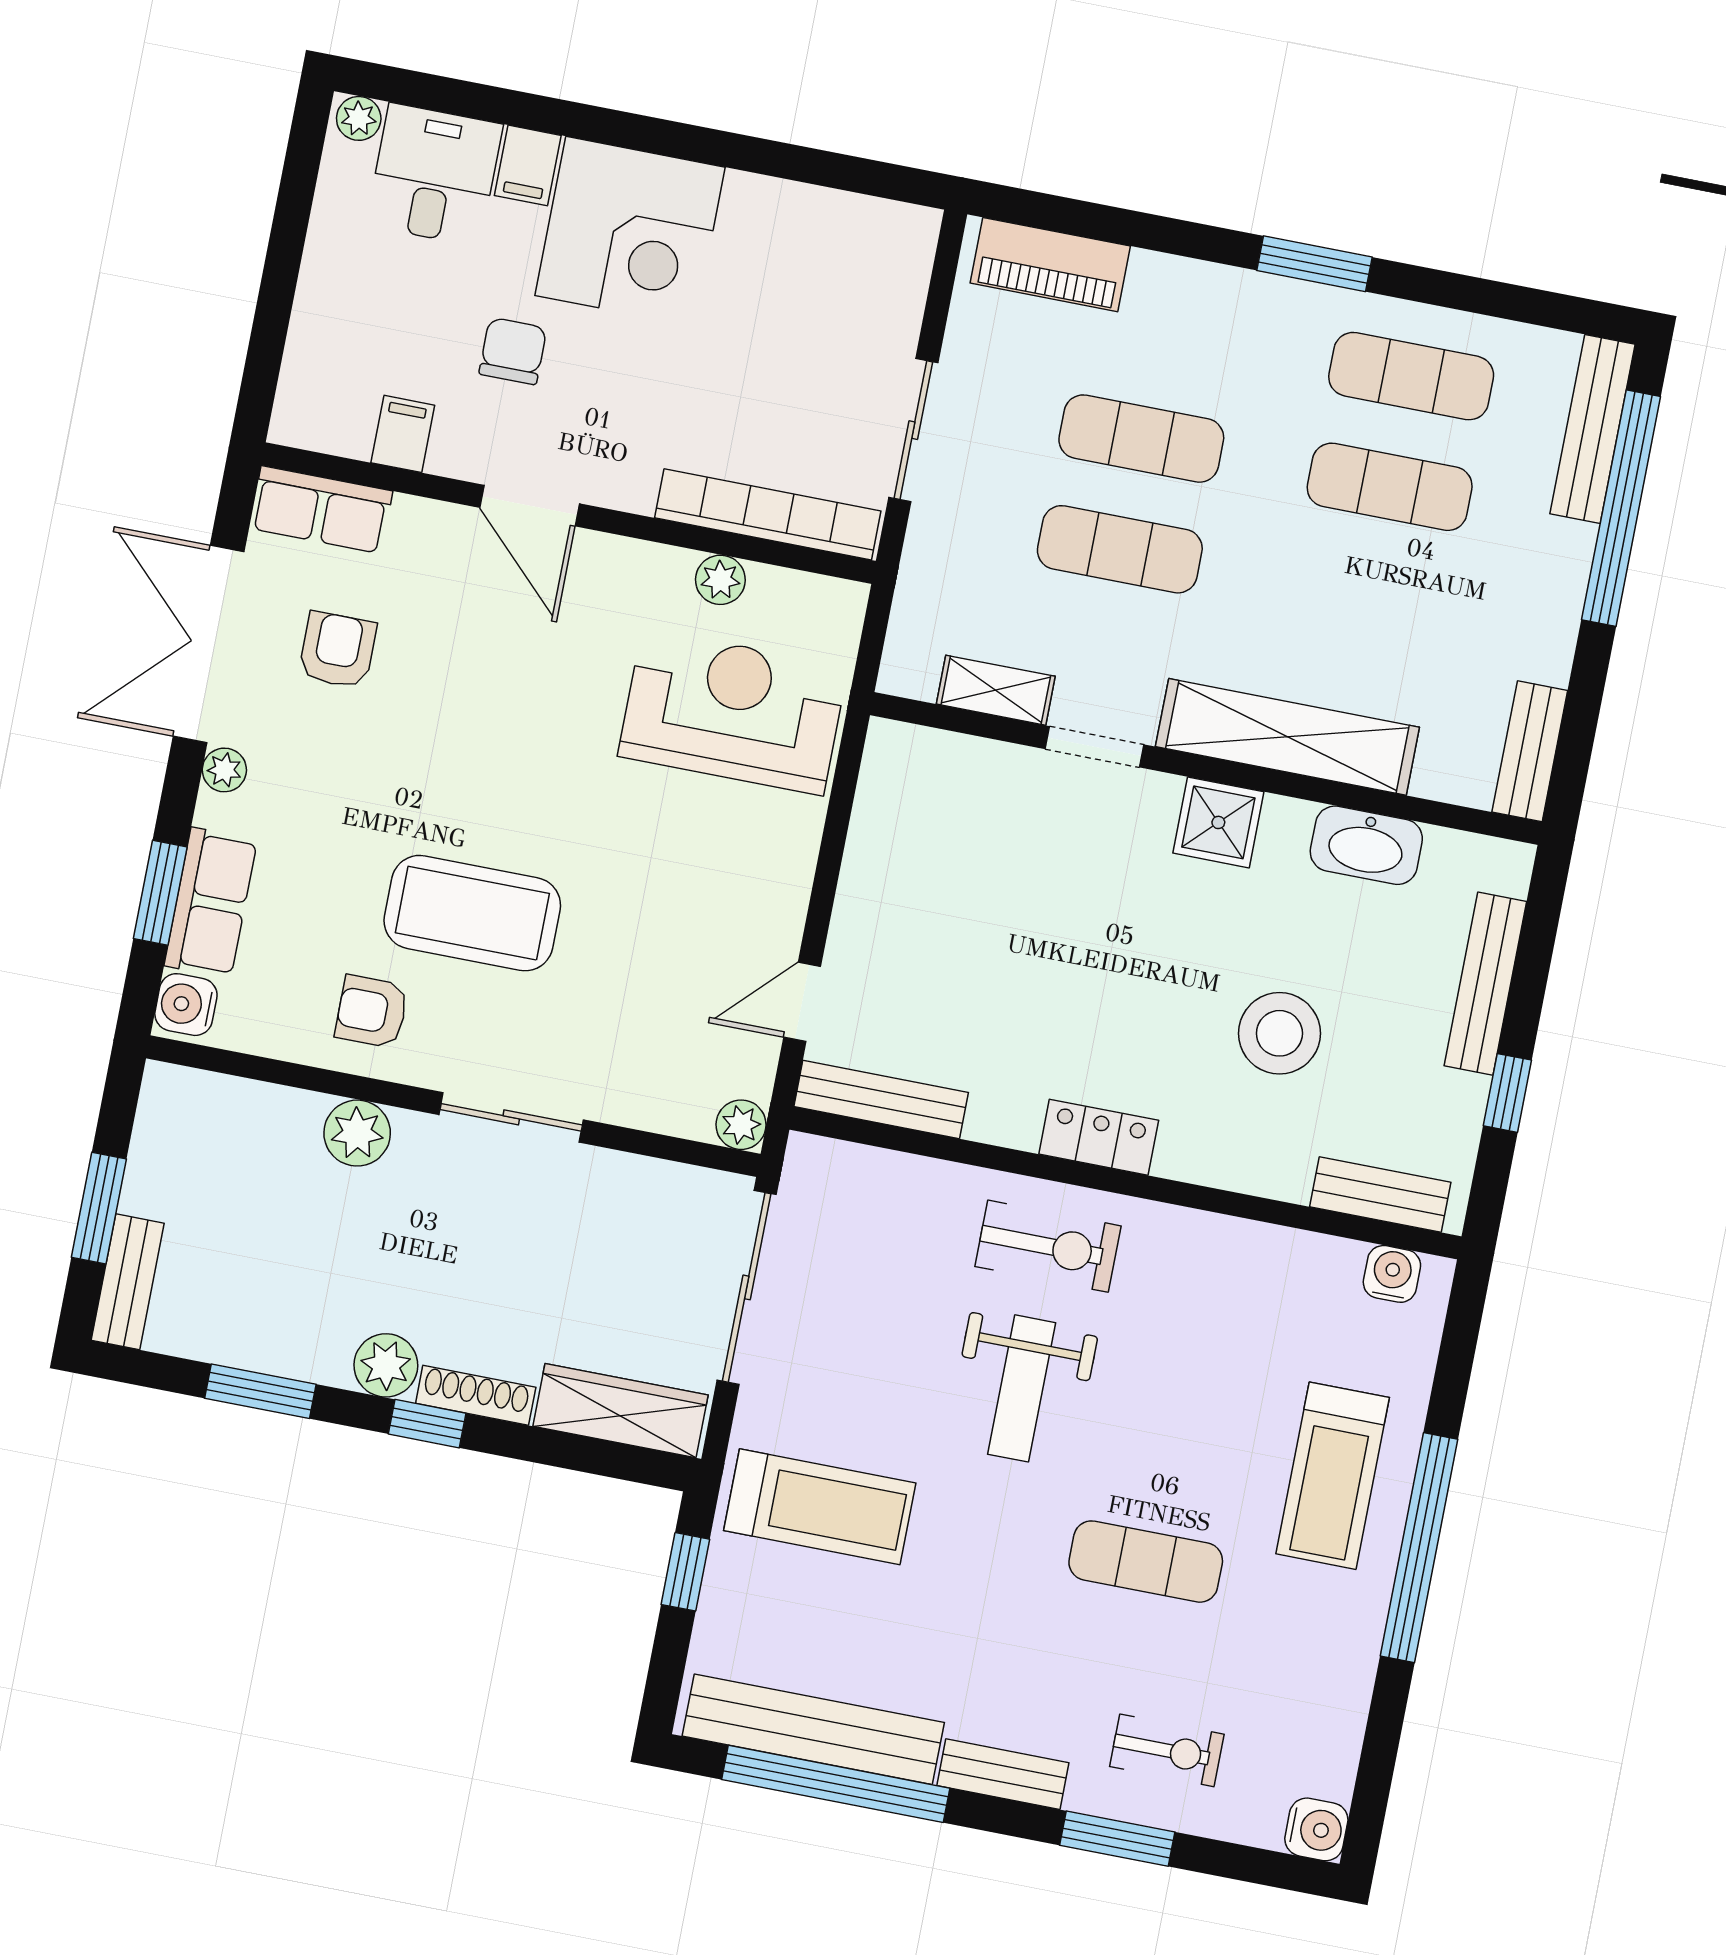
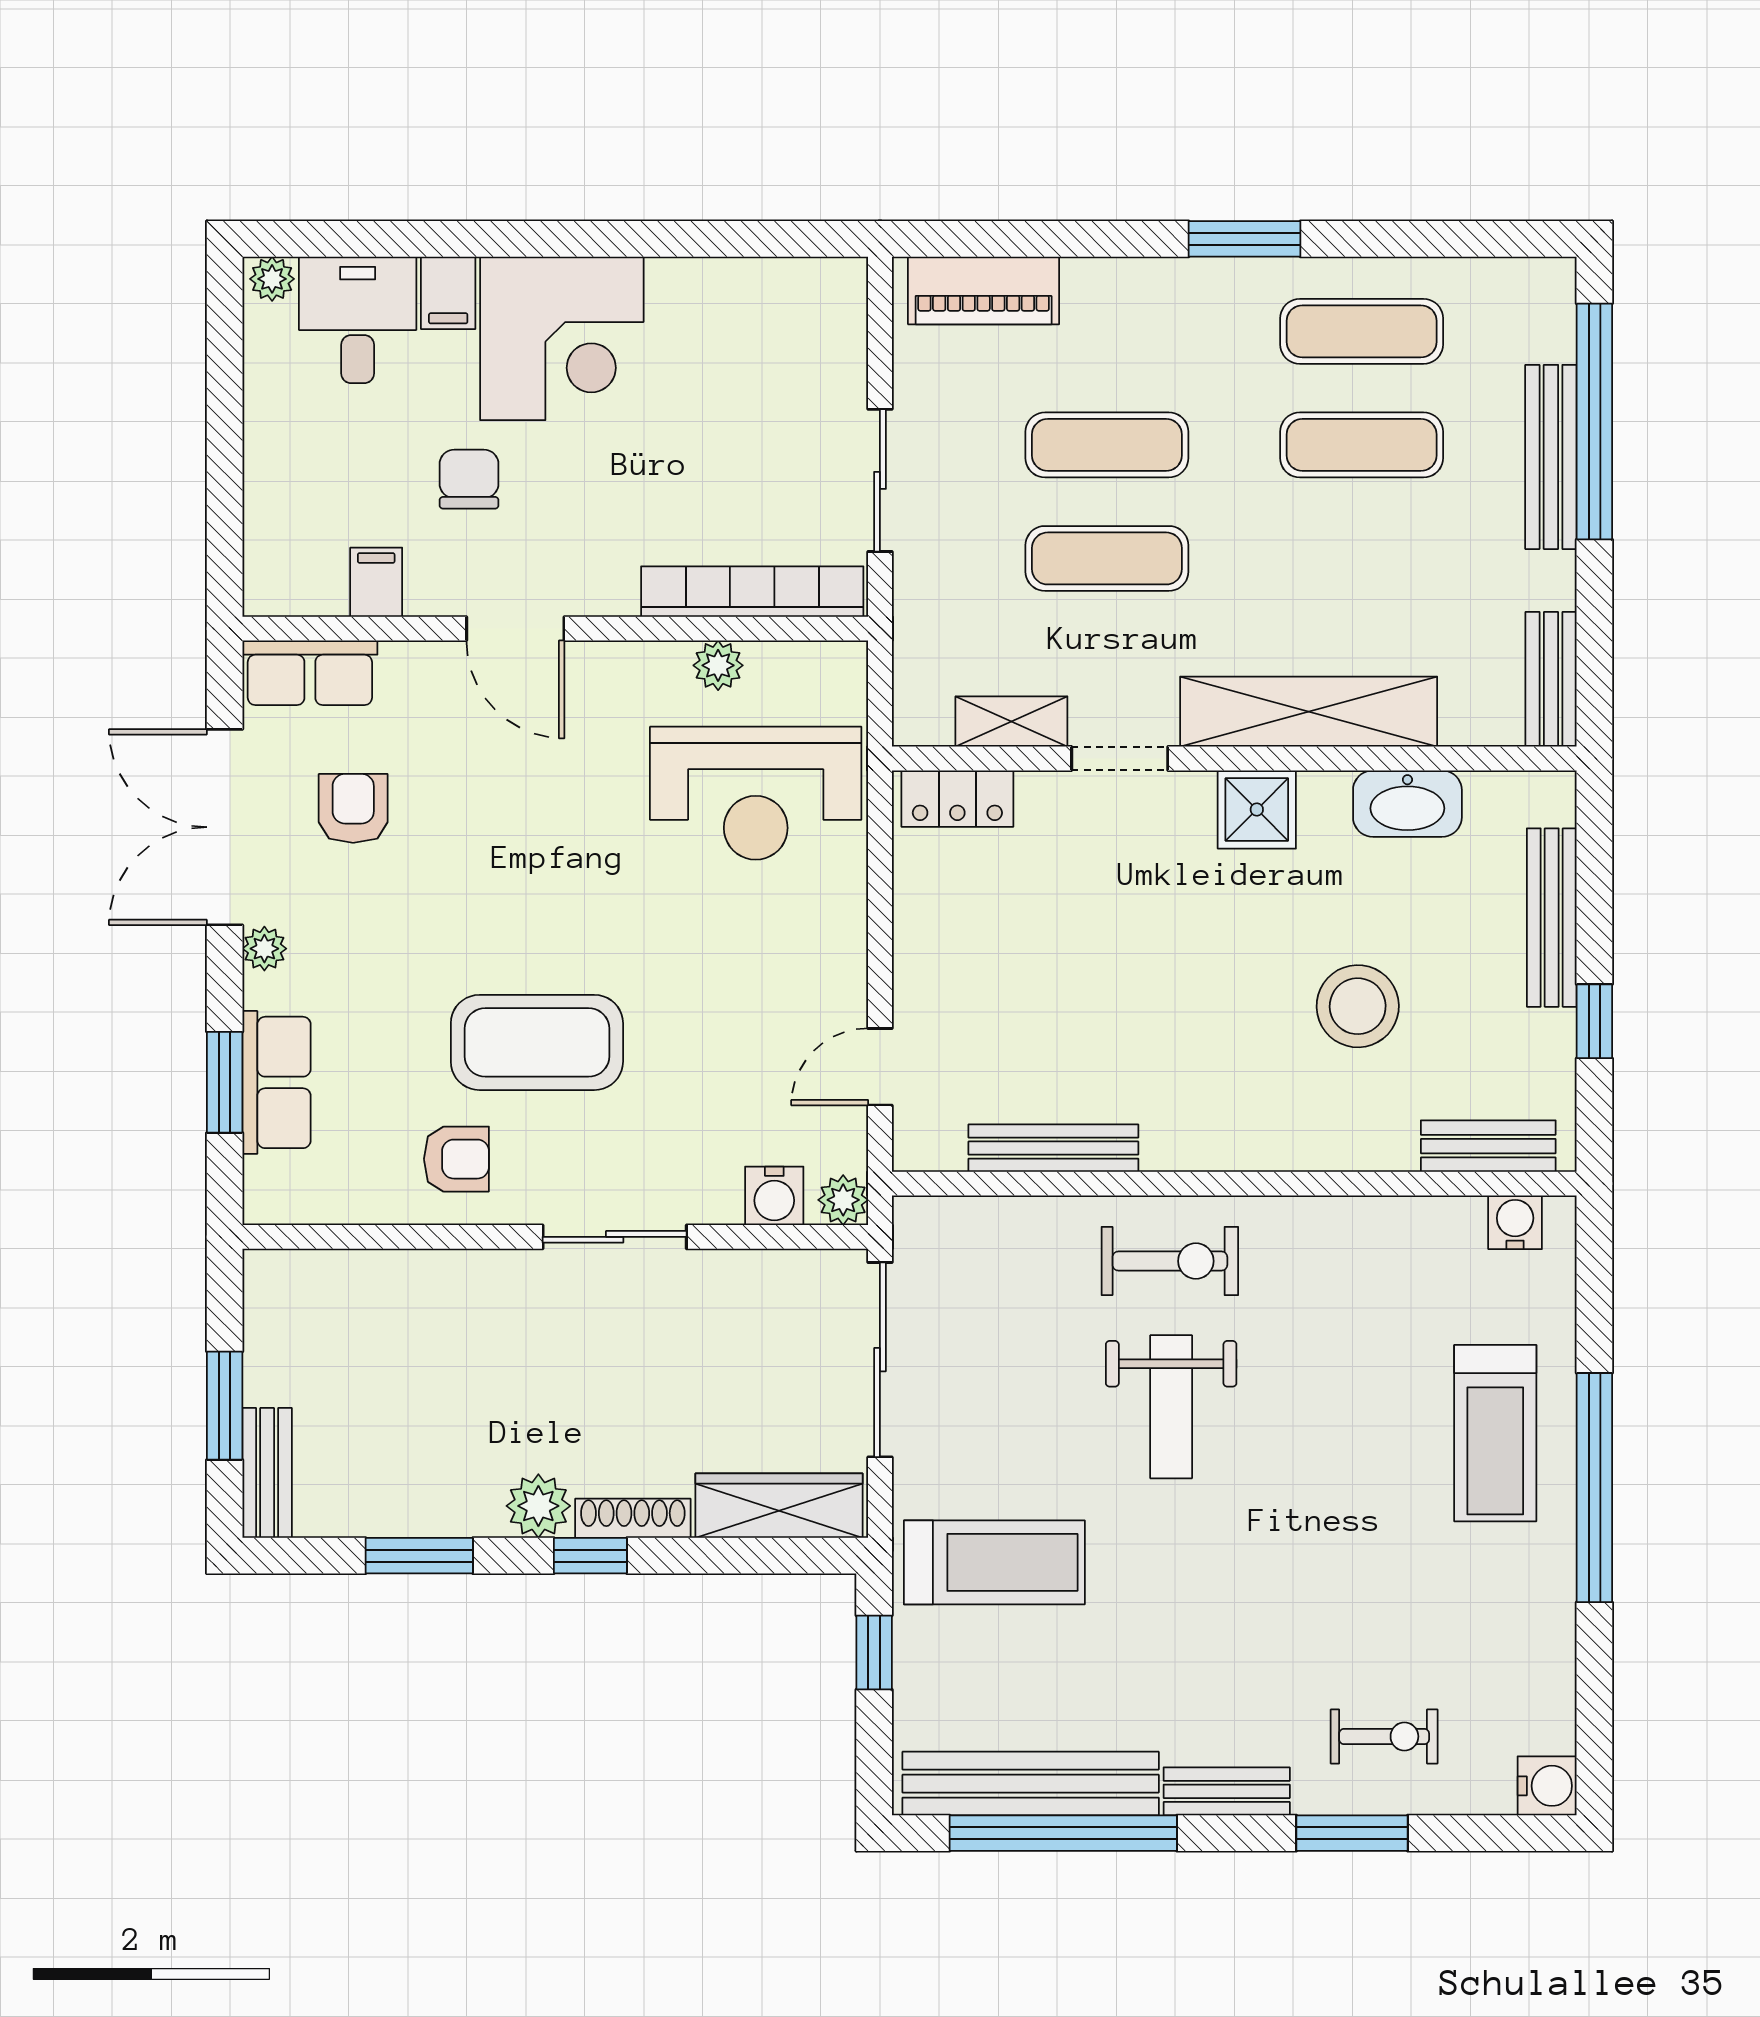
bench: (1592, 429) -> (1551, 457), moved
reception desk: (733, 712) -> (756, 793), turned 180
water cooler: (186, 1005) -> (774, 1196), moved, turned -90
armchair: (372, 1012) -> (456, 1159), turned 180
bench: (881, 1099) -> (1053, 1148), moved
plant: (357, 1133) -> (465, 1282), removed
locker: (1099, 1137) -> (957, 799), moved, turned 180
exercise mat: (1146, 1562) -> (1327, 1554), removed

